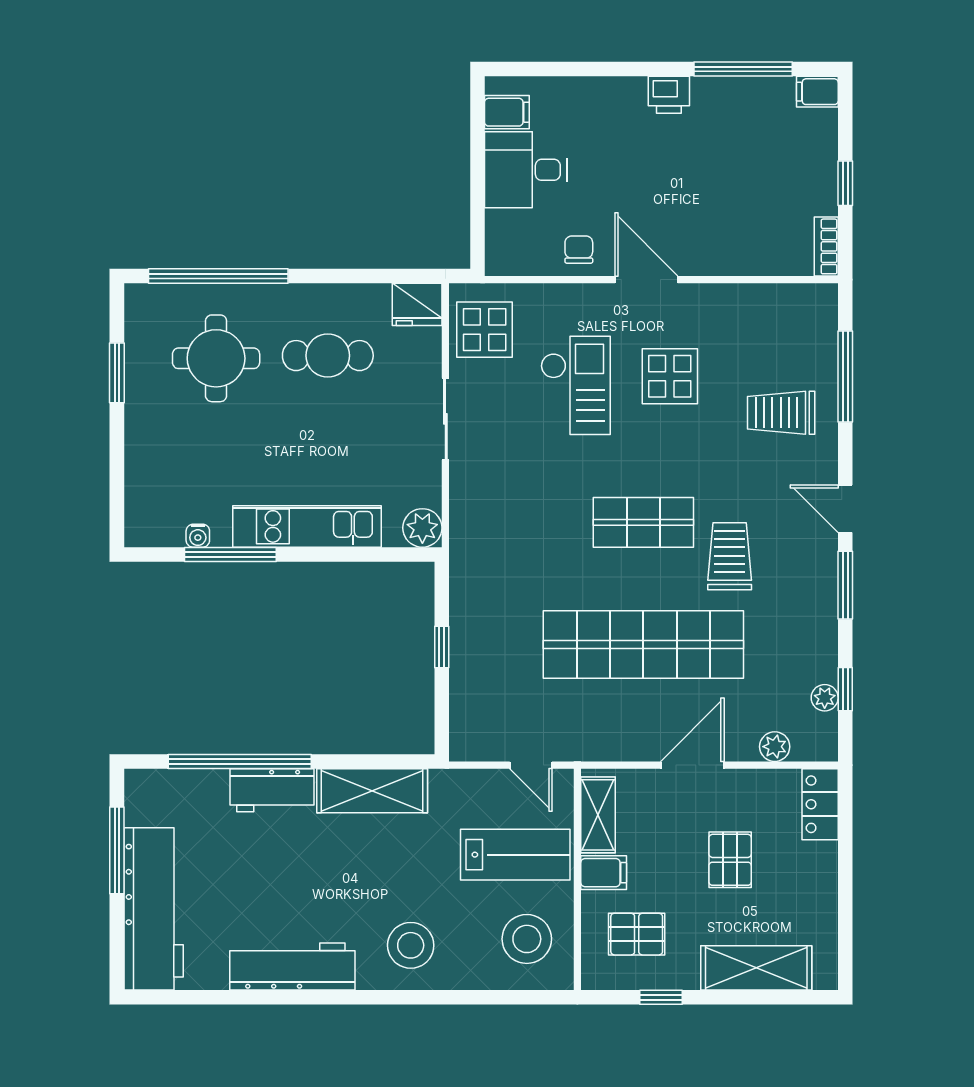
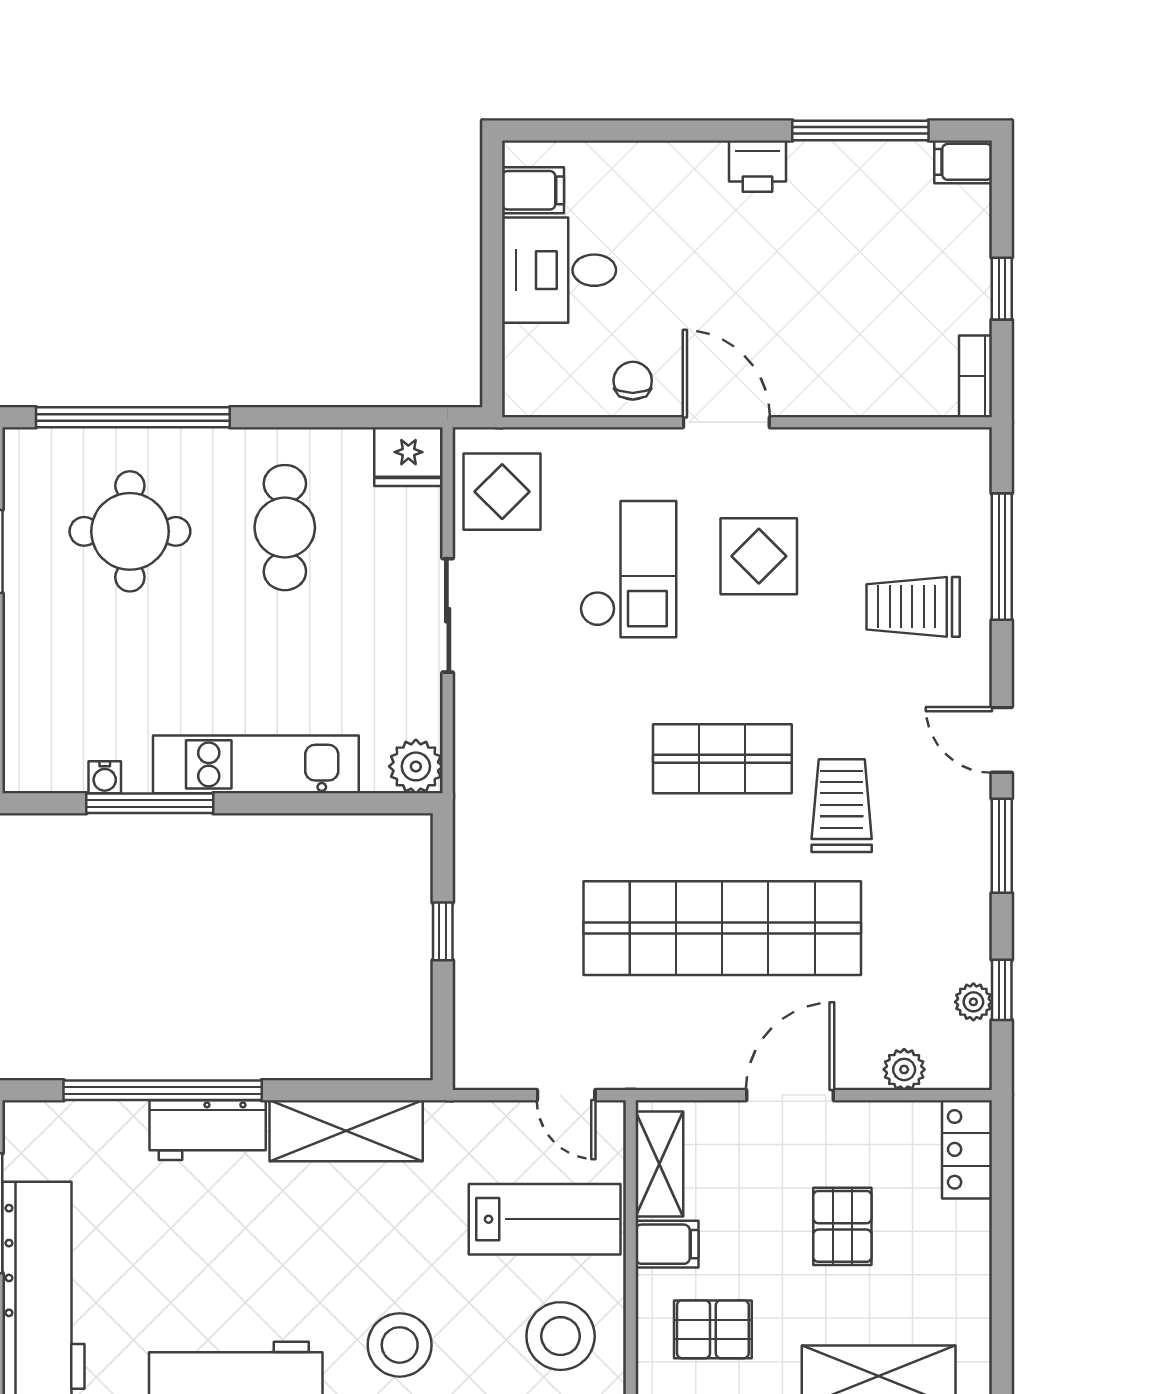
cafe table: (328, 356) -> (285, 528), turned 90

